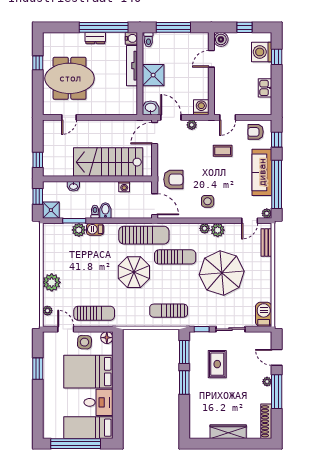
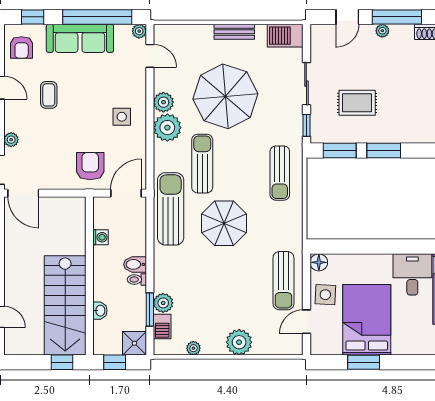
stairs: (108, 162) -> (65, 305), moved
plant: (205, 228) -> (167, 128), width x1.88, depth x1.88
barbecue: (95, 229) -> (162, 326), moved
bench: (266, 243) -> (234, 32), moved
plant: (47, 311) -> (193, 348), moved
sun lounger: (94, 313) -> (283, 281), turned 180
bed: (88, 372) -> (367, 320), moved, turned 180

